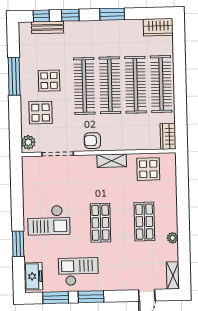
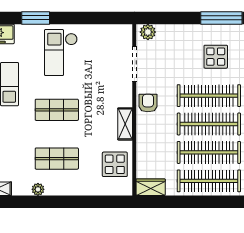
display table: (41, 113) -> (180, 46), removed

